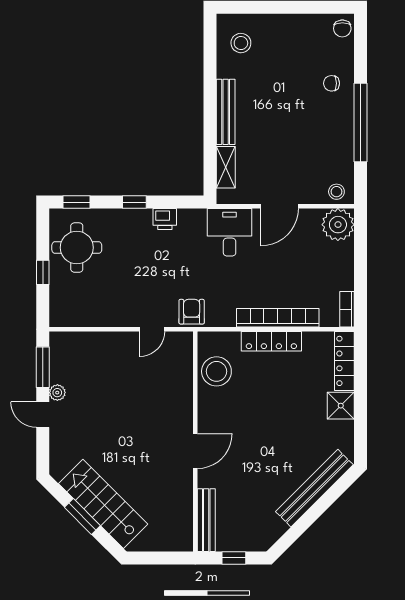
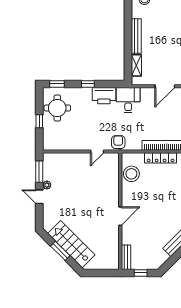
printer: (165, 219) -> (104, 96), width x1.87, depth x1.48
desk: (230, 232) -> (128, 100), moved
bench: (206, 520) -> (126, 257), width x0.73

